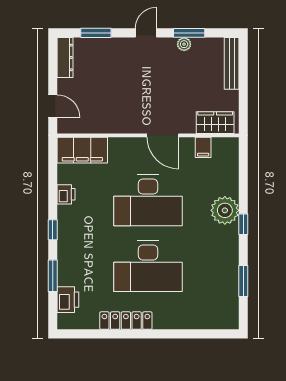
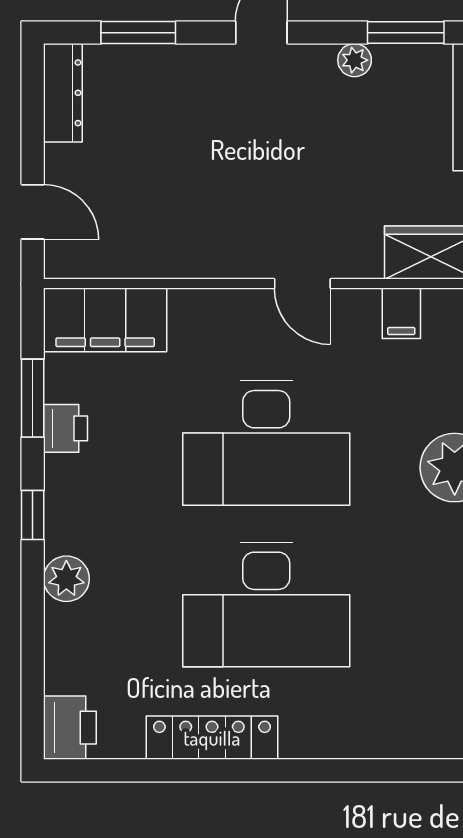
window: (189, 33) -> (406, 33), moved
door: (163, 135) -> (302, 284), width x0.73
plant: (66, 256) -> (66, 579), added
window: (53, 276) -> (33, 398), moved
printer: (68, 300) -> (70, 728), moved

